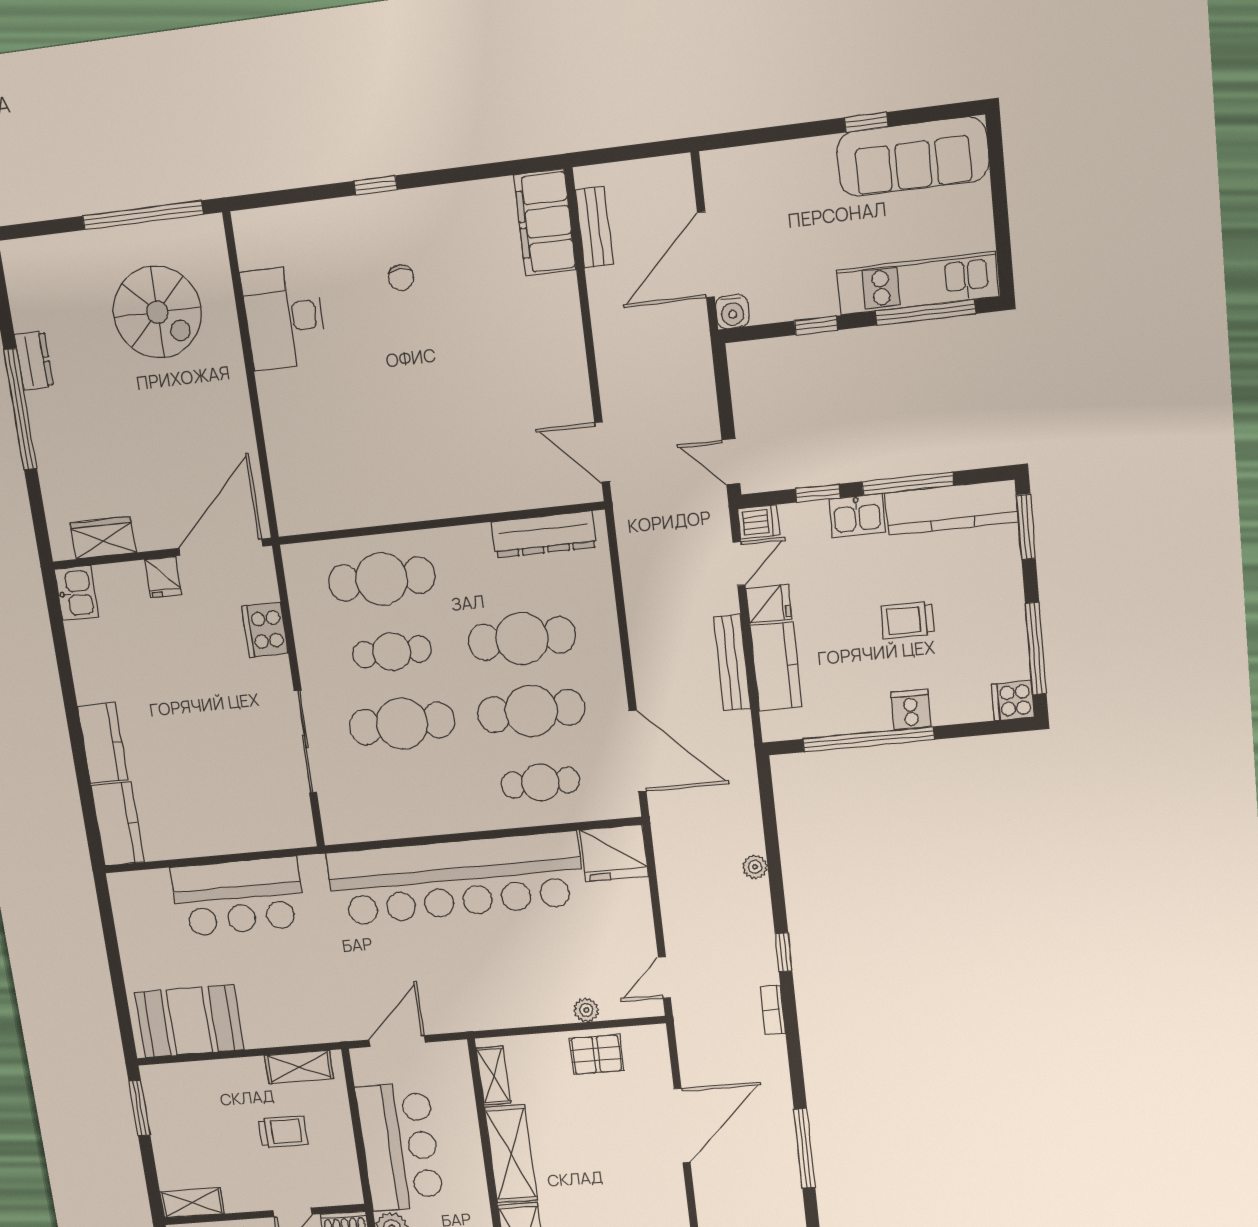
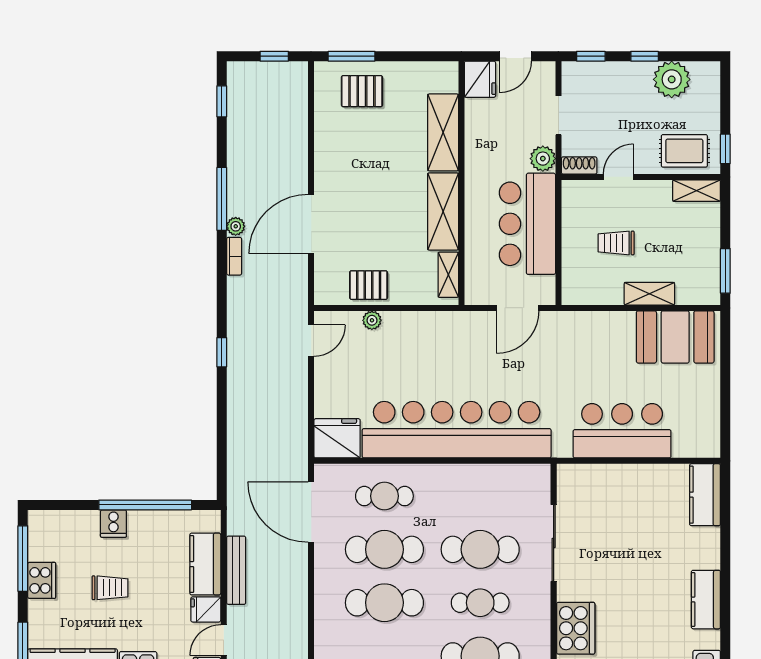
cooker: (265, 630) -> (576, 628), width x1.37, depth x1.31
cooker: (1013, 700) -> (42, 580), moved, width x1.36
kitchen counter: (103, 743) -> (706, 600), moved
plant: (755, 867) -> (236, 226), moved
bookcase: (773, 1010) -> (234, 256), moved
shelving: (299, 1067) -> (649, 294), moved

